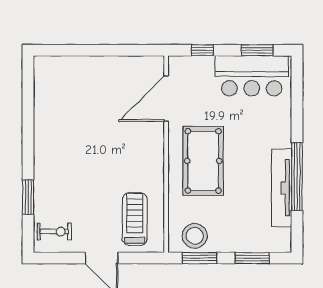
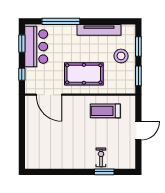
window: (297, 177) -> (61, 21), moved
treadmill: (135, 219) -> (105, 111), moved
exercise bike: (54, 232) -> (101, 157), moved
stool: (195, 236) -> (121, 56), moved

